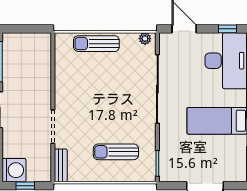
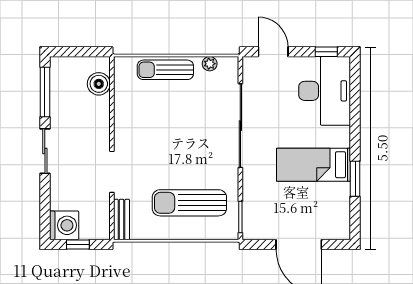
plant: (145, 39) -> (210, 64), moved
boiler: (42, 55) -> (99, 84), added
sun lounger: (116, 152) -> (189, 203), width x1.36, depth x1.34

